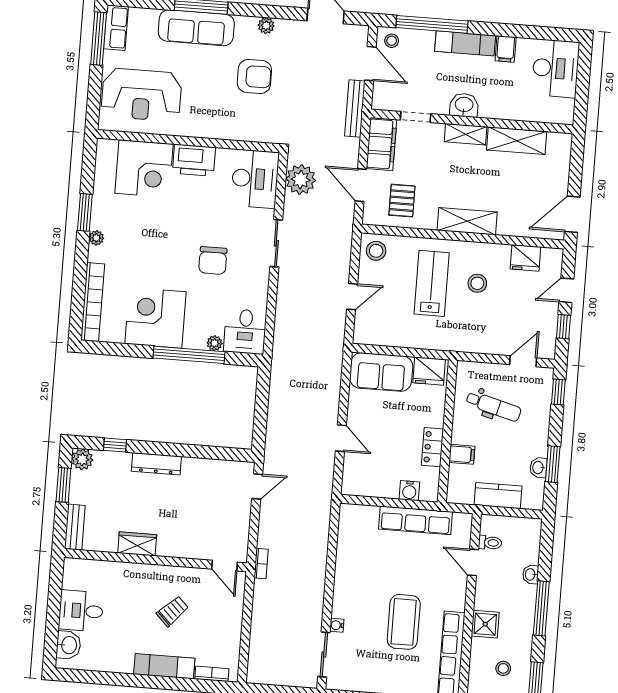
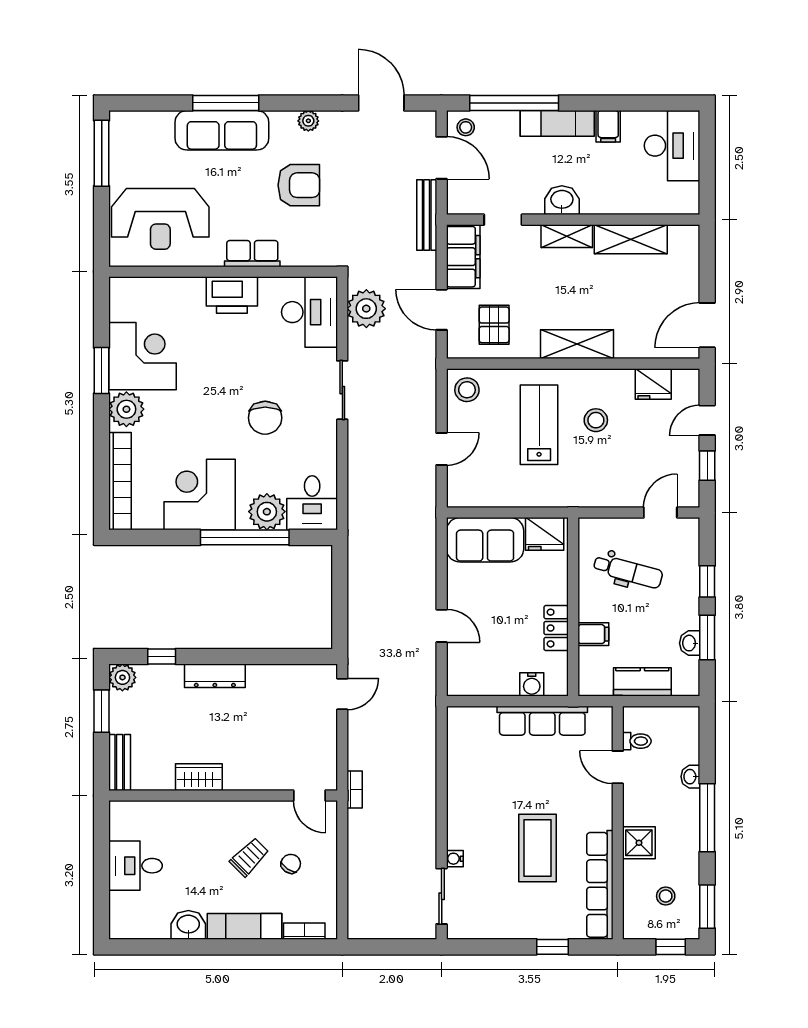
row of seats: (116, 28) -> (252, 254), moved, turned -90
corner desk: (144, 169) -> (143, 356), moved, turned -90
plant: (96, 238) -> (126, 409), width x1.88, depth x1.88
plant: (215, 343) -> (267, 512), width x1.87, depth x1.87
window: (558, 392) -> (707, 581), moved
chair: (205, 619) -> (291, 864), added
washbasin: (68, 645) -> (188, 925), moved, turned -90

